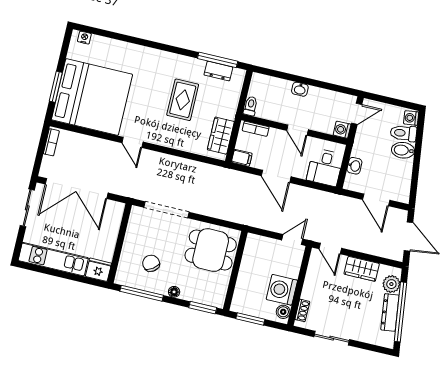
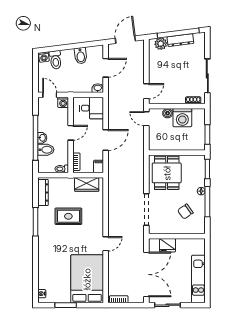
window: (218, 60) -> (36, 222), moved
dresser: (218, 71) -> (43, 192), width x1.44
window: (302, 80) -> (36, 138), added
window: (56, 87) -> (66, 305), moved
bidet: (282, 90) -> (46, 150), added
bed: (92, 97) -> (87, 279), width x0.73
bidet: (403, 150) -> (81, 56), moved
washbasin: (354, 166) -> (98, 88), moved
wardrobe: (362, 269) -> (155, 66), removed
fridge: (98, 270) -> (168, 245), moved, turned -90
window: (142, 293) -> (207, 202), moved
boiler: (283, 312) -> (168, 113), moved
sliding door: (332, 338) -> (207, 76), width x1.37

